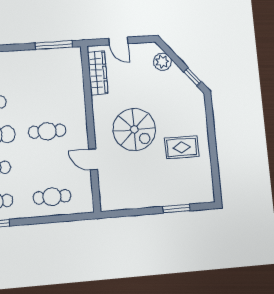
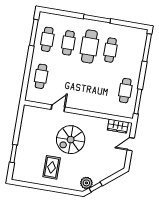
plant: (162, 62) -> (86, 183), moved
wardrobe: (98, 73) -> (118, 126), width x0.67
cafe table: (47, 131) -> (125, 91), moved

